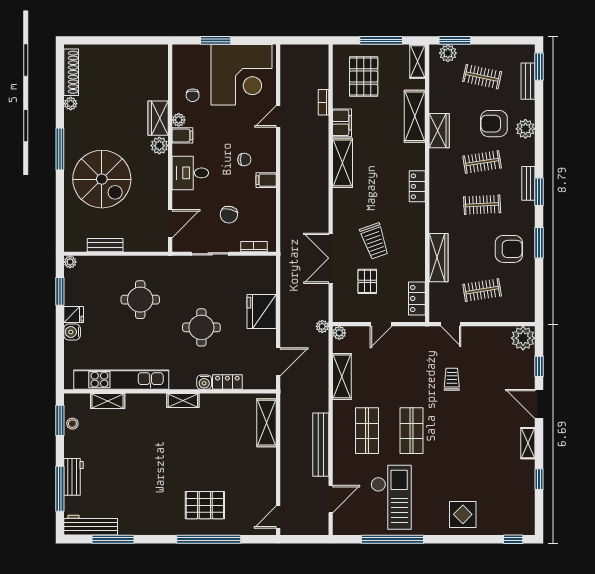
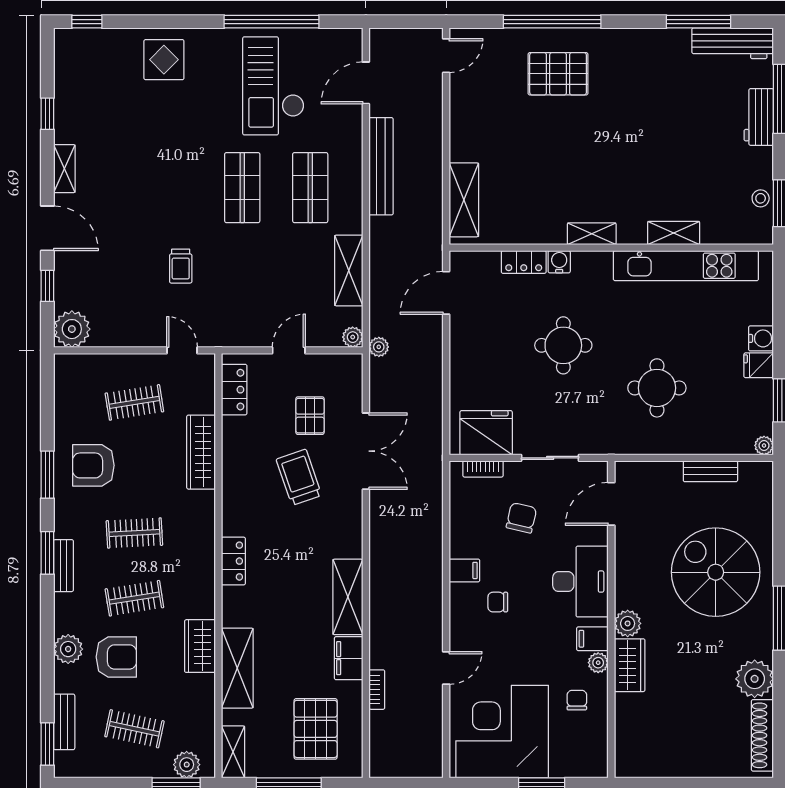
plant: (71, 104) -> (755, 679), width x1.88, depth x1.88
desk: (190, 173) -> (580, 582), width x1.37
fridge: (262, 312) -> (486, 433), moved, turned -90
shelving: (108, 401) -> (674, 233), moved

